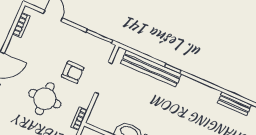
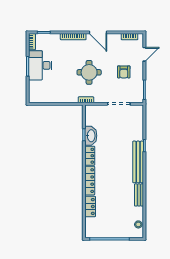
bench: (151, 69) -> (138, 162), moved
armchair: (73, 72) -> (124, 72), moved

